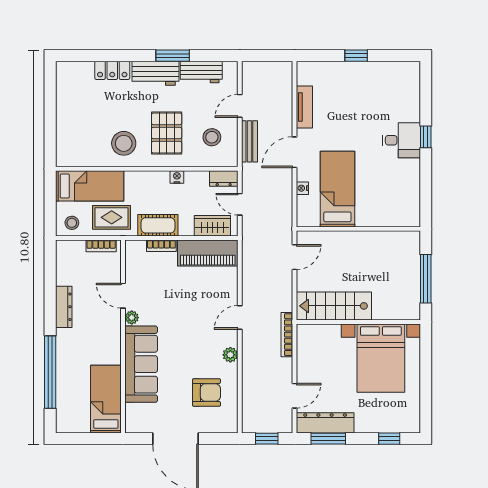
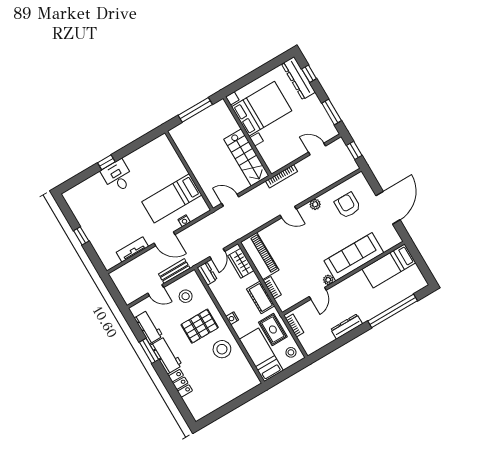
nightstand: (177, 177) -> (232, 318), moved
dresser: (325, 423) -> (298, 78), moved

